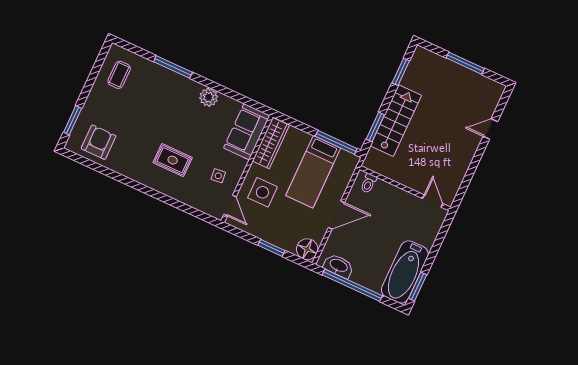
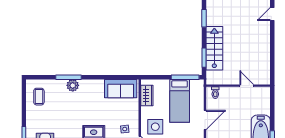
plant: (209, 97) -> (73, 85), moved
door: (490, 129) -> (272, 14), moved
sofa: (247, 132) -> (121, 89), moved, turned -90
wardrobe: (271, 143) -> (147, 96), width x0.67
door: (433, 201) -> (247, 86), moved

